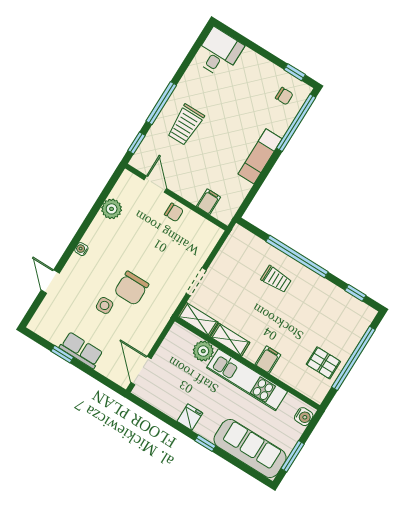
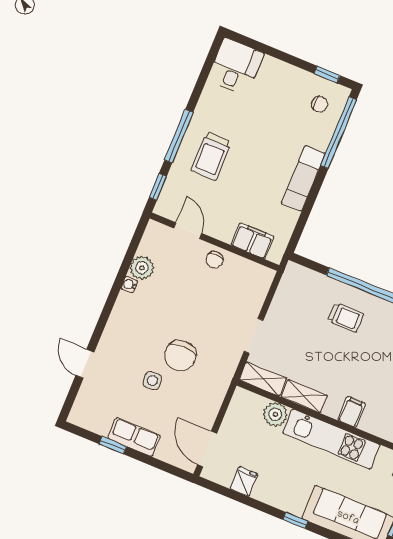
filing cabinet: (209, 202) -> (252, 241), width x2.00
chair: (174, 212) -> (215, 260), turned 90
water cooler: (81, 249) -> (129, 285), moved
fridge: (190, 417) -> (244, 482), moved

